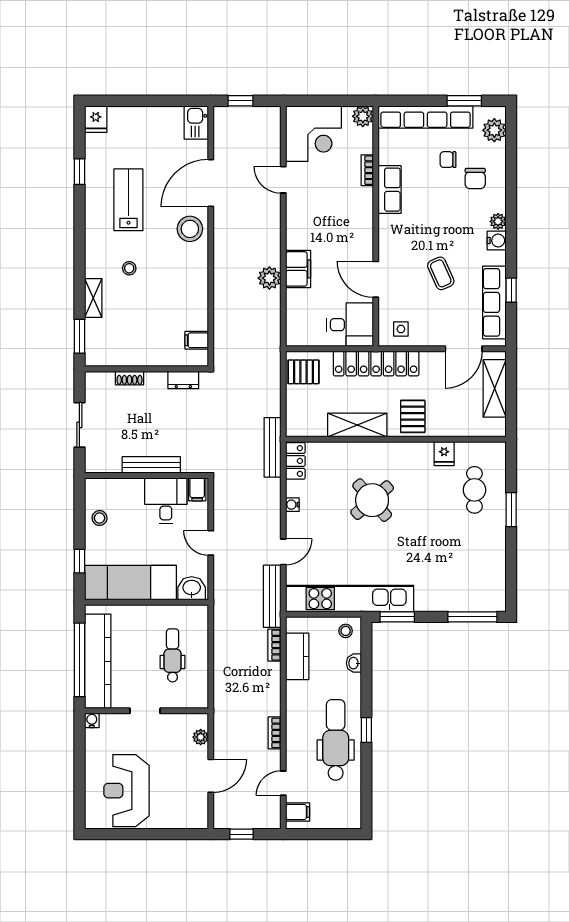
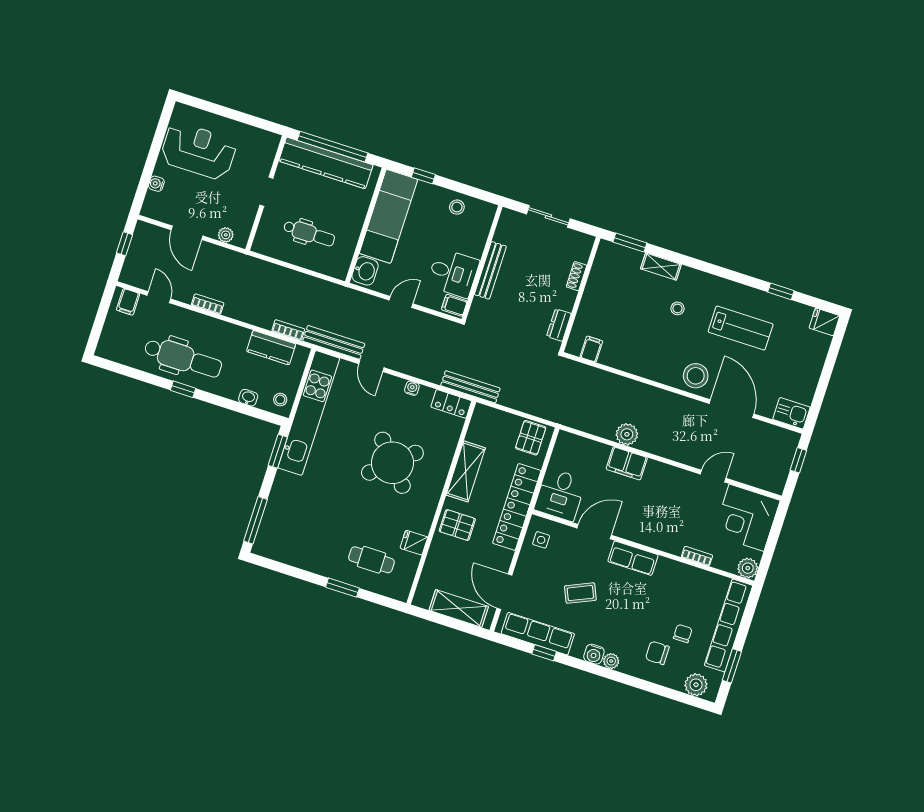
row of seats: (390, 190) -> (633, 558), moved
round table: (372, 500) -> (392, 463), width x1.36, depth x1.36
water cooler: (92, 720) -> (156, 184), moved, turned 180

